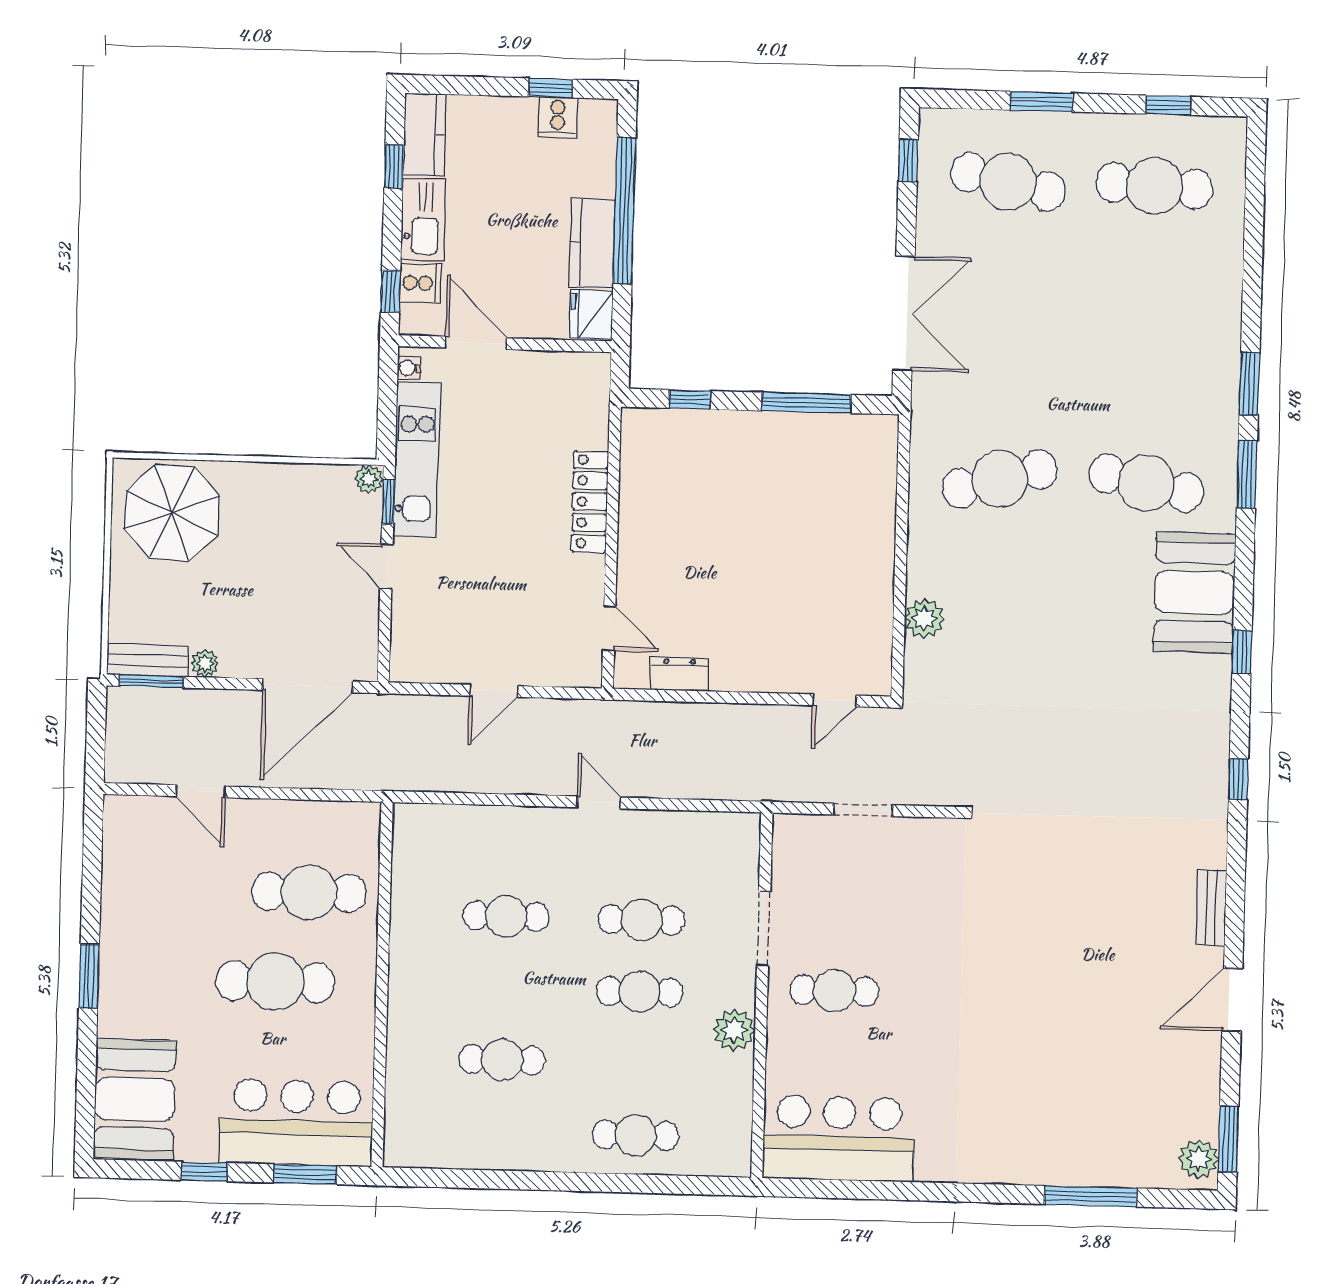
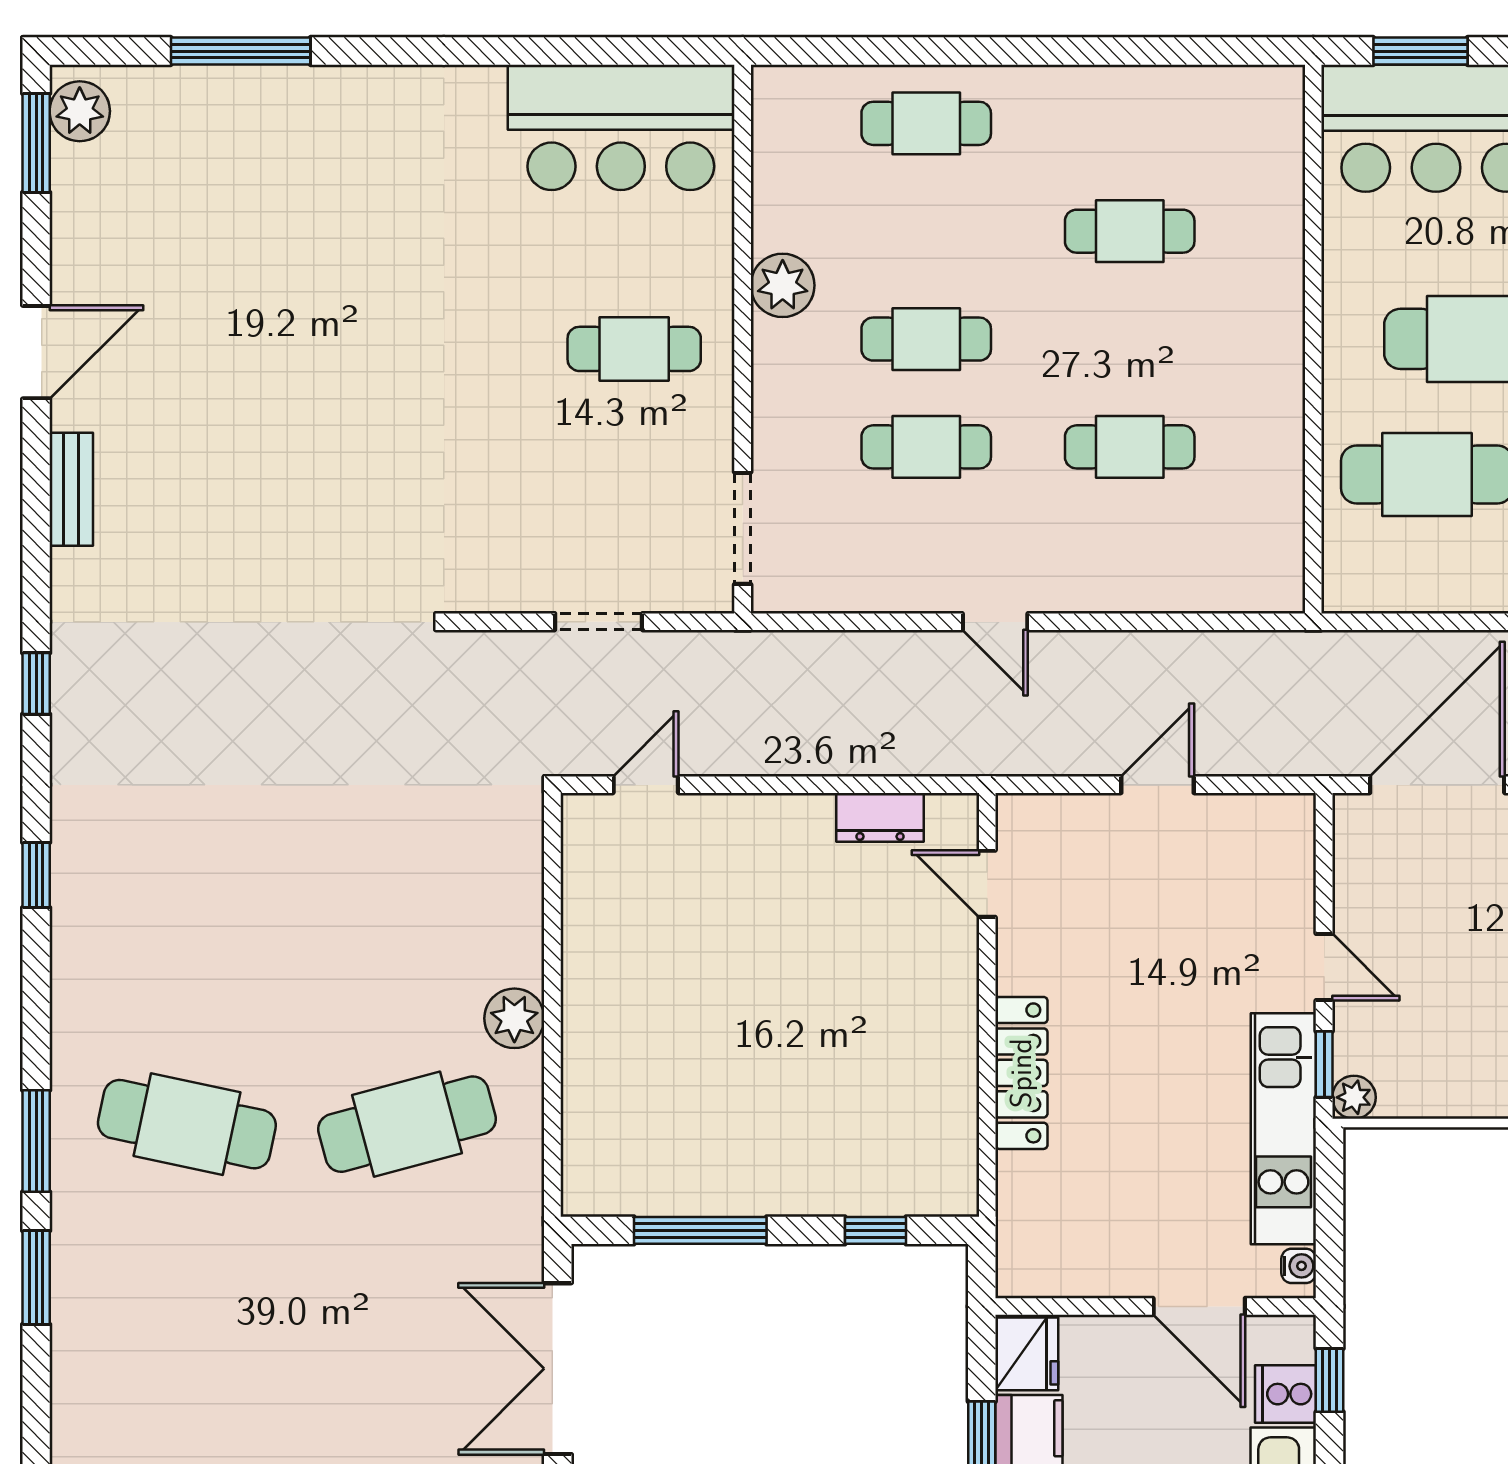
booth: (1195, 592) -> (110, 962), removed
plant: (924, 618) -> (514, 1018), moved
doorway: (764, 928) -> (743, 528), moved

